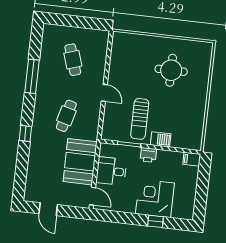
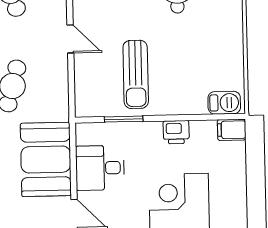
barbecue: (161, 139) -> (224, 103), moved
printer: (148, 155) -> (176, 132), moved

